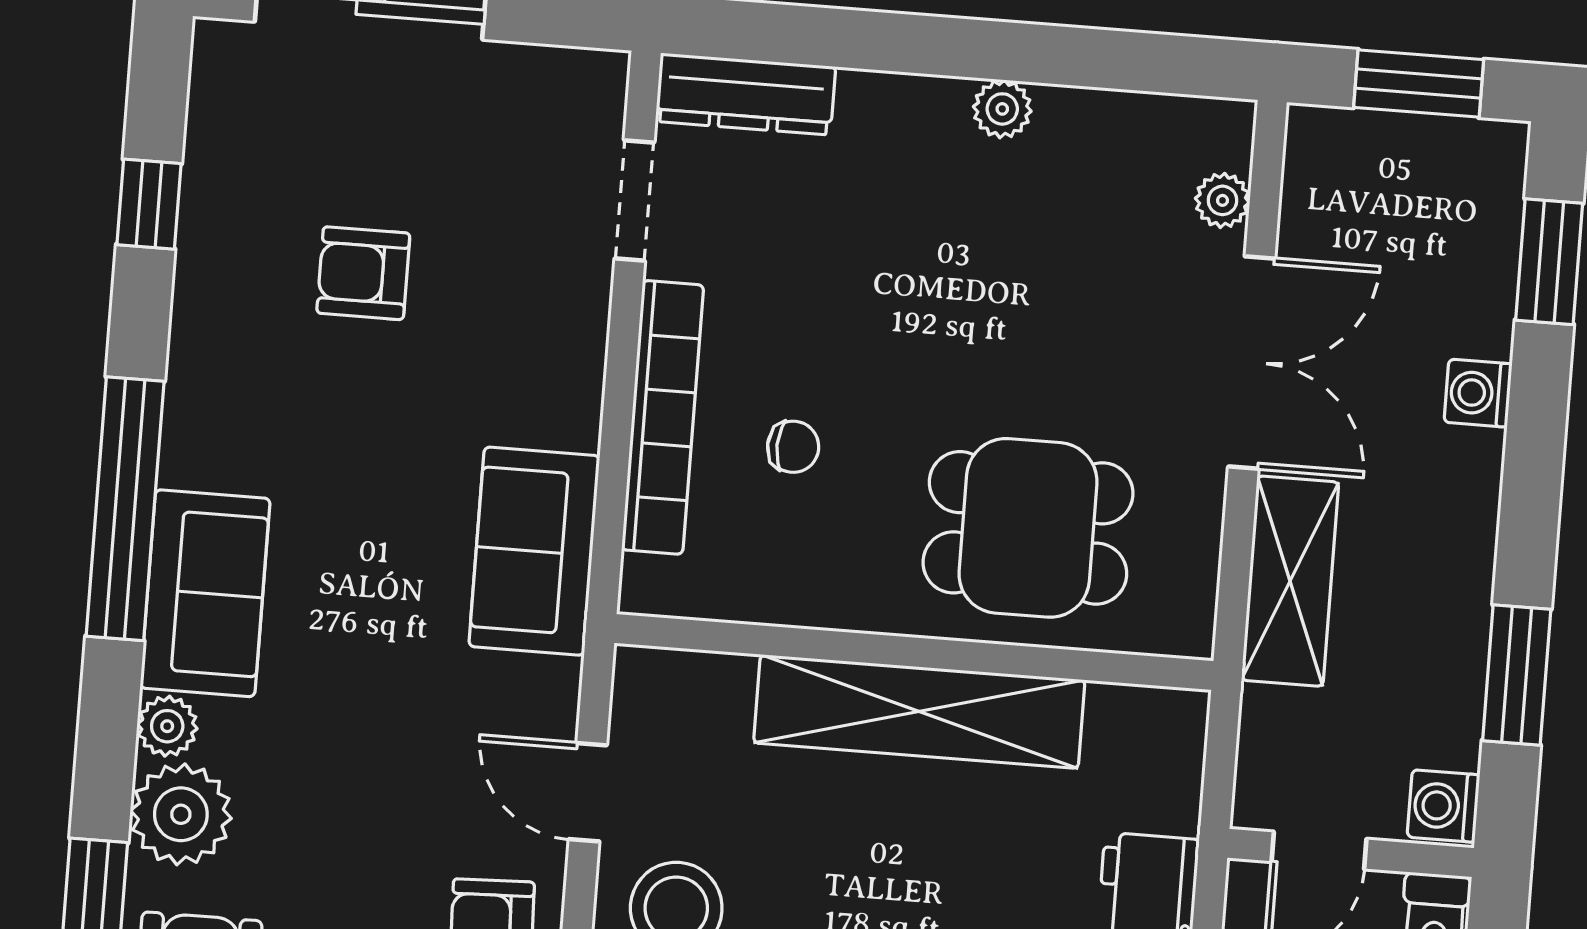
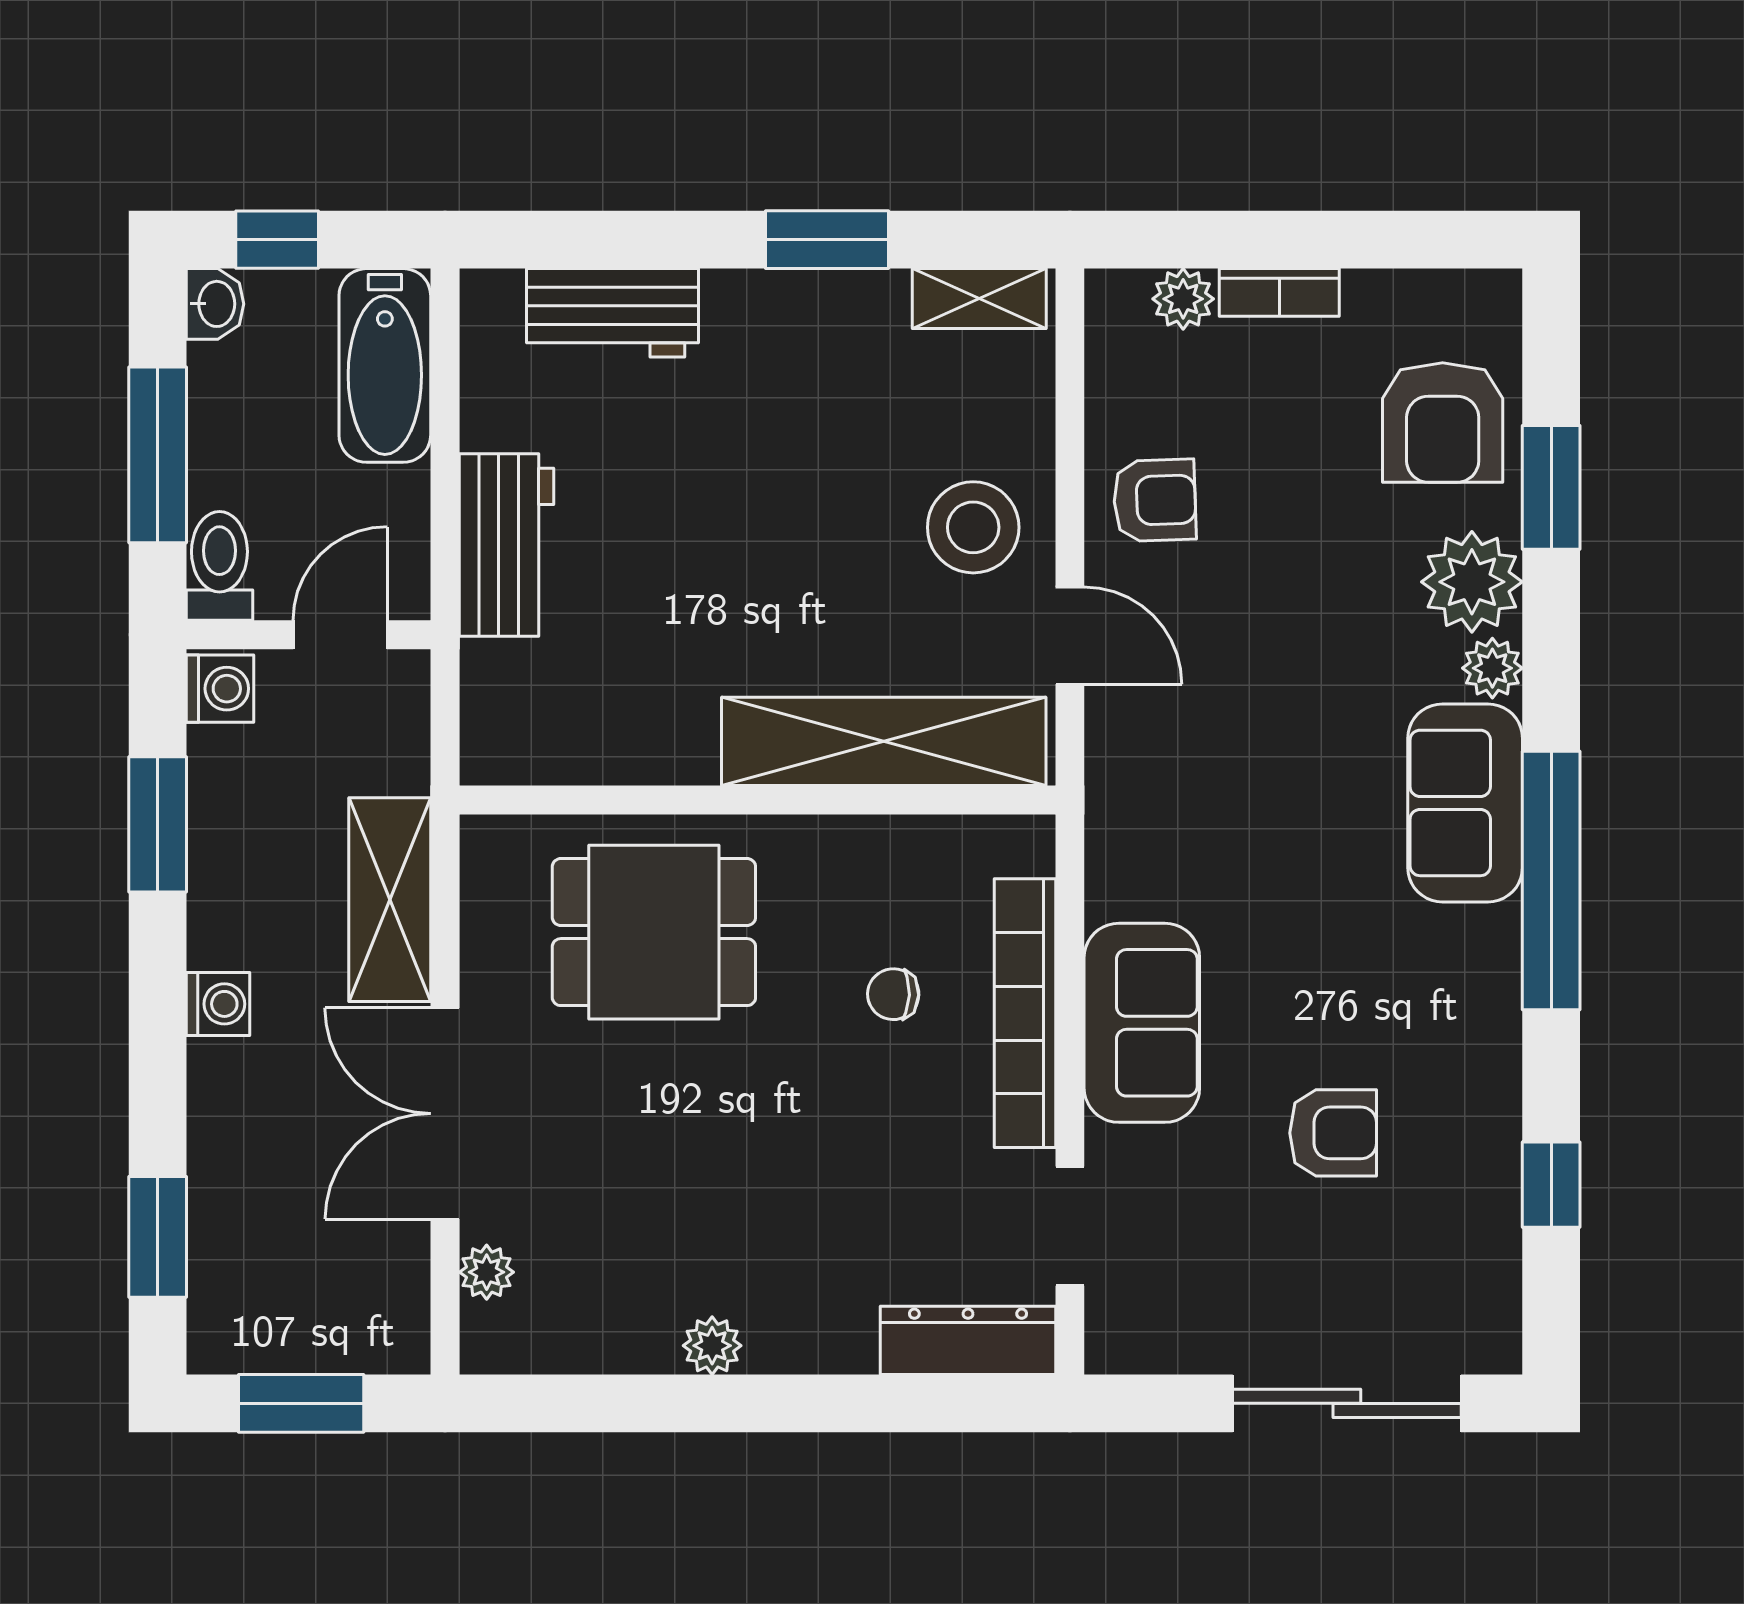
washing machine: (1478, 393) -> (218, 1004), moved
sofa: (534, 551) -> (1142, 1023), moved
shelving: (919, 711) -> (884, 741), moved

